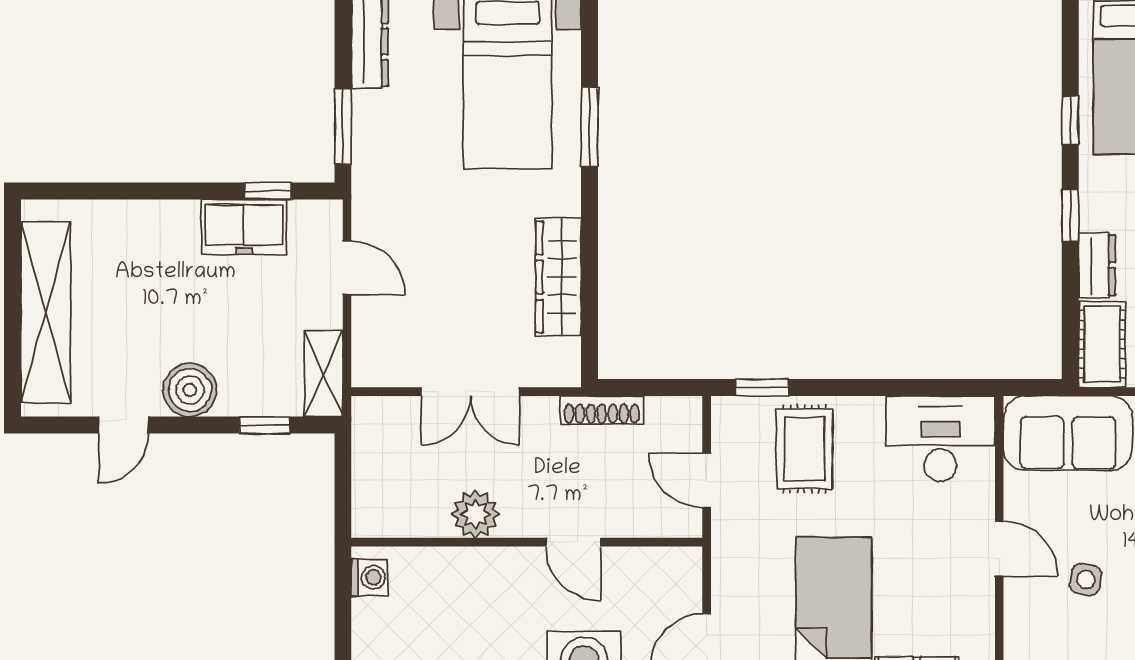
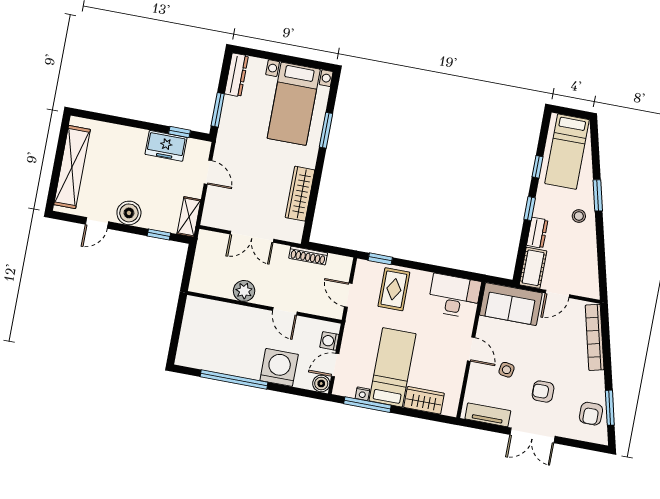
washing machine: (370, 577) -> (329, 341), moved, turned 180

